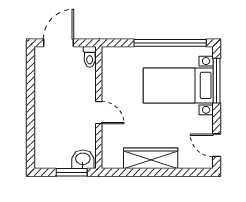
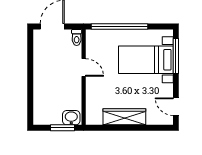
window: (170, 43) -> (119, 26), moved
door: (99, 113) -> (84, 67), moved

